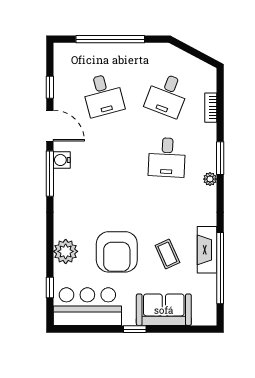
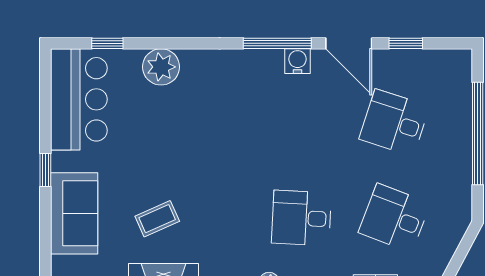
desk: (103, 95) -> (394, 123), turned 33
door: (50, 126) -> (349, 43), hinge flipped
armchair: (117, 252) -> (160, 143), removed

